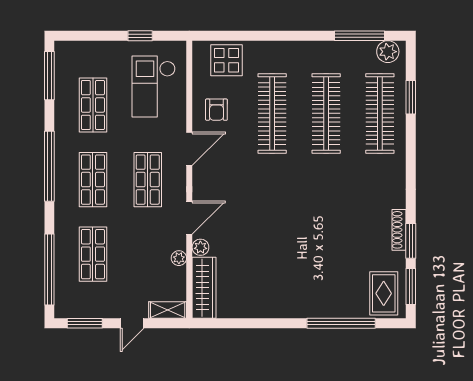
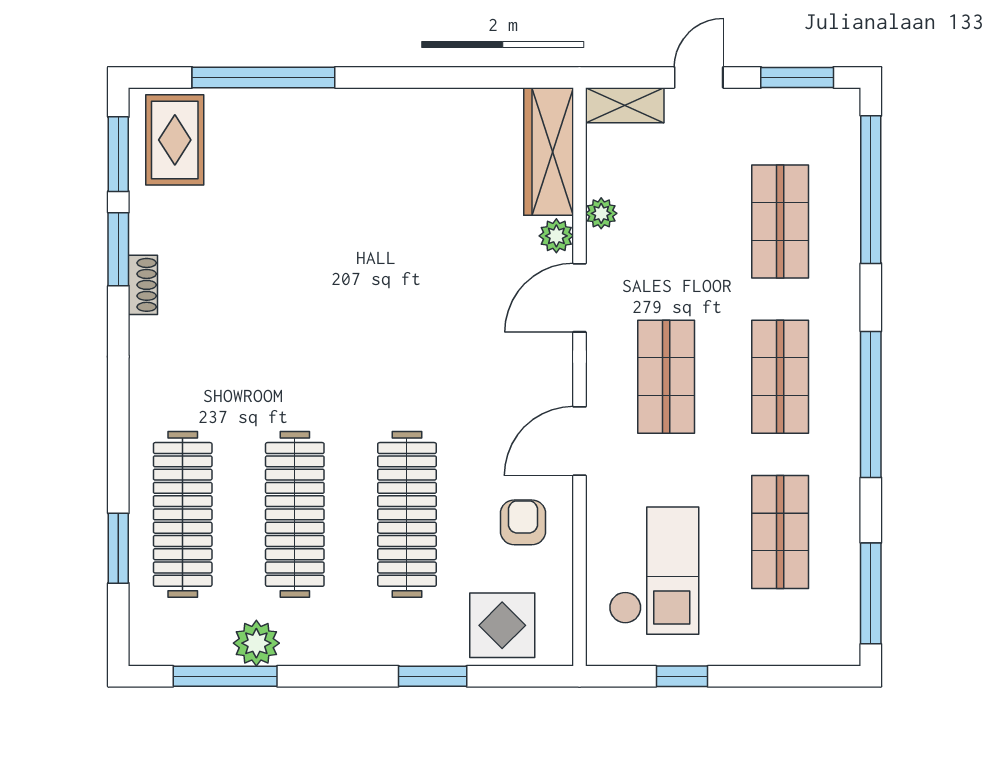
window: (260, 36) -> (433, 676), added
plant: (388, 52) -> (256, 643), moved
shoe rack: (399, 230) -> (143, 285), width x0.70

